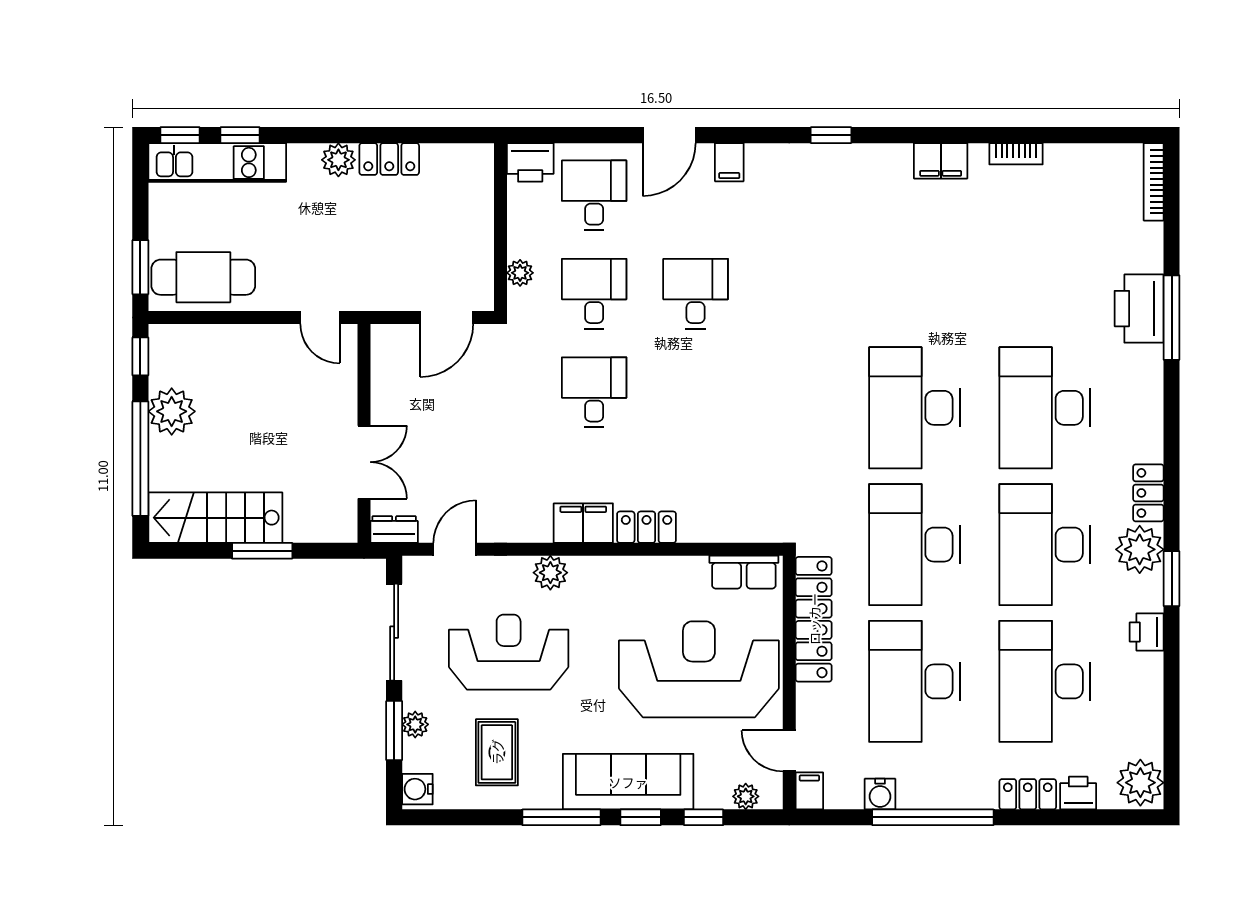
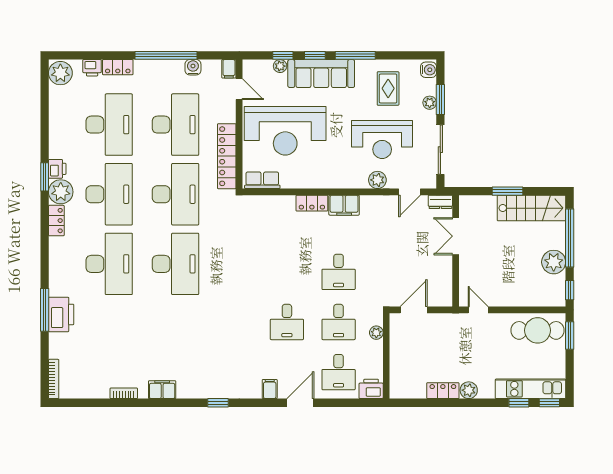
plant: (550, 573) -> (377, 180), moved
printer: (1147, 632) -> (57, 169), moved
plant: (746, 796) -> (280, 66), moved

